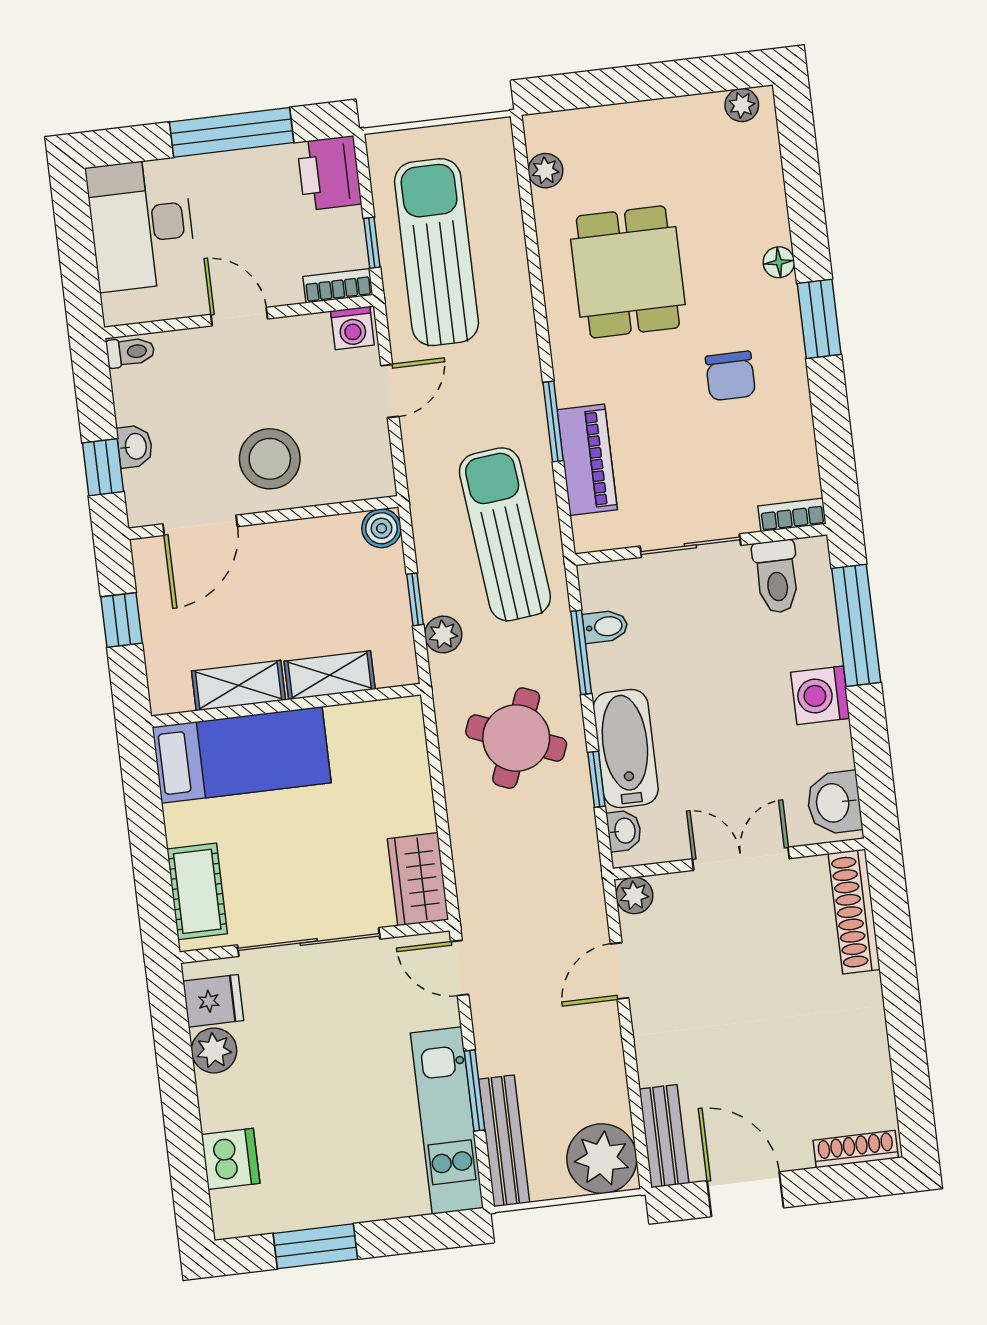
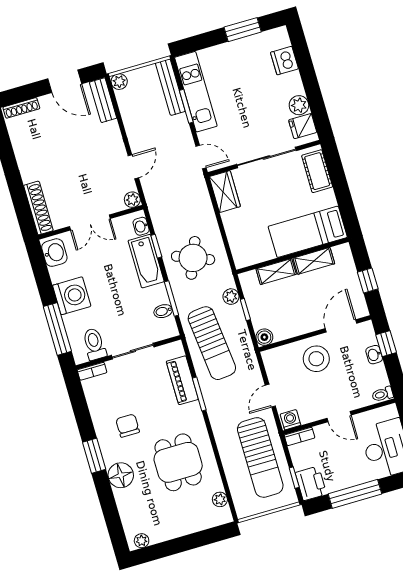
window: (372, 243) -> (294, 478), moved
floor lamp: (779, 262) -> (121, 475), width x1.89, depth x1.89
washing machine: (820, 695) -> (72, 296), width x1.37, depth x1.37
plant: (602, 1159) -> (119, 82), width x0.53, depth x0.53

